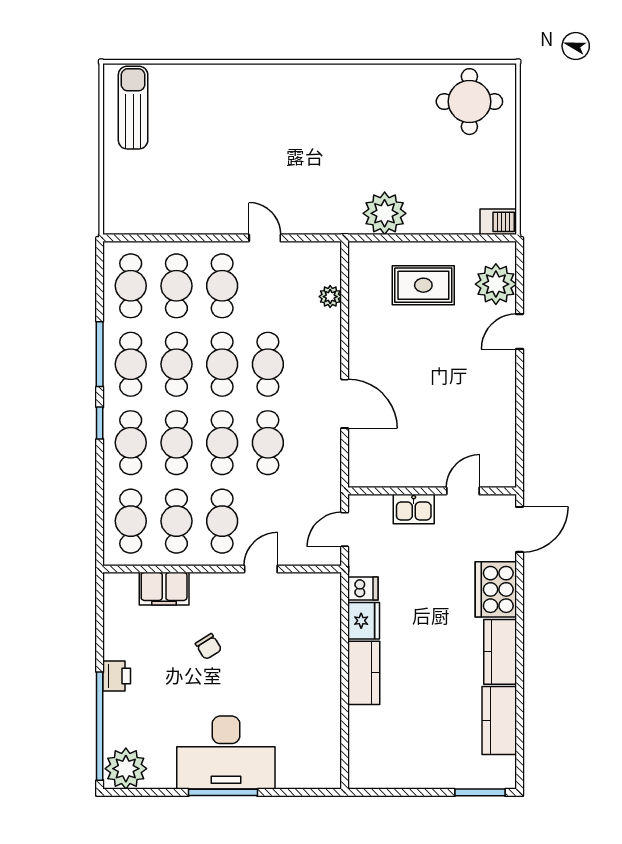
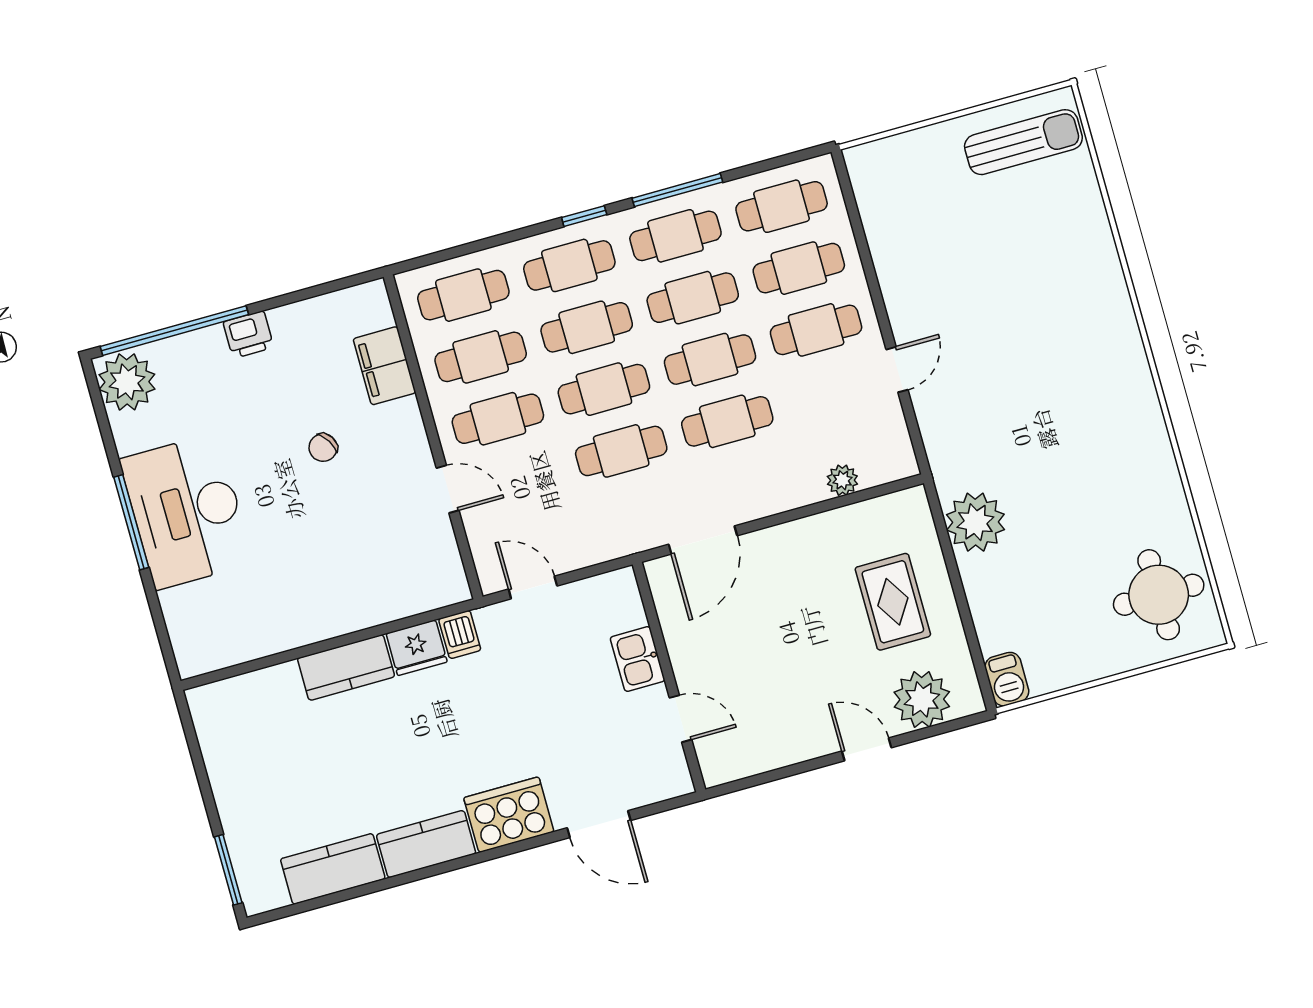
wall: (432, 491) -> (669, 677), moved
door: (463, 491) -> (681, 719), moved
kitchen sink: (414, 509) -> (638, 659), moved

